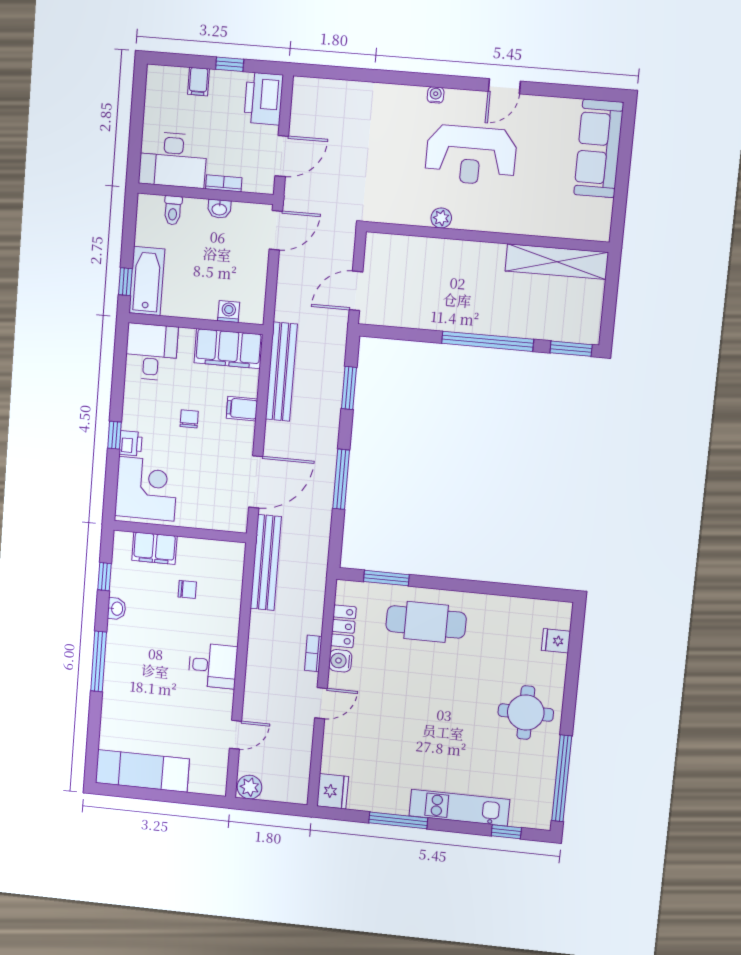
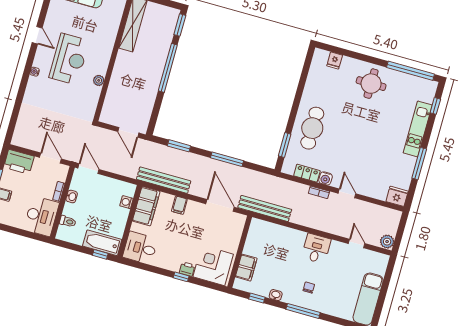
chair: (189, 419) -> (180, 235), removed
chair: (187, 589) -> (309, 288), moved

